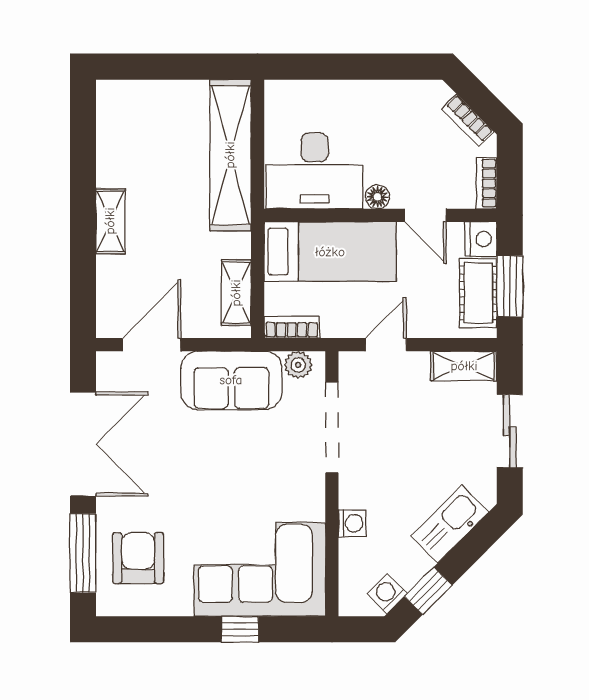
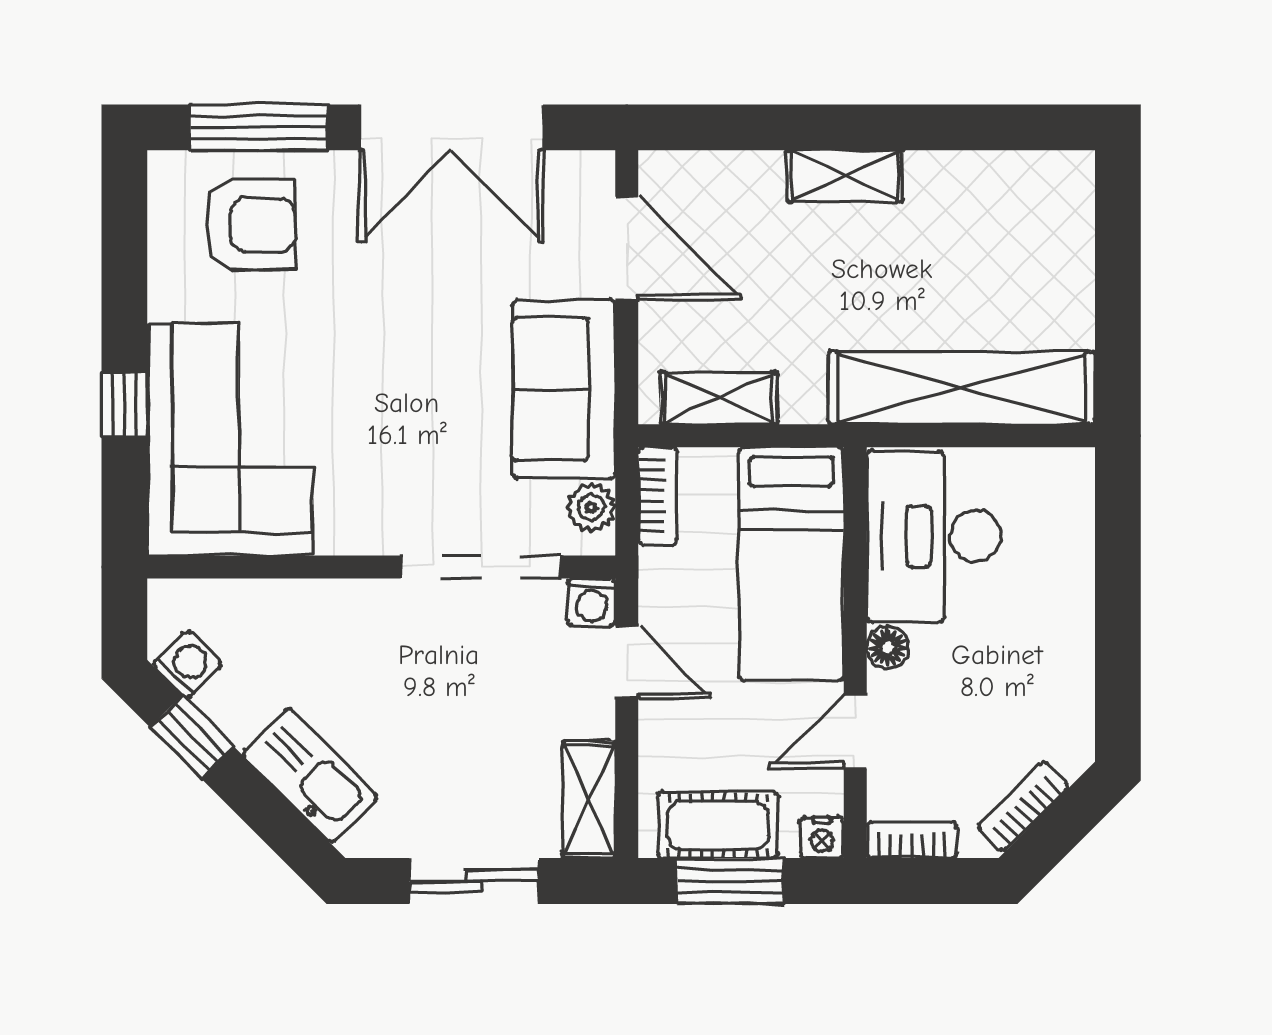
nightstand: (481, 239) -> (822, 838), width x0.72, depth x0.74
washing machine: (352, 523) -> (591, 602), moved

